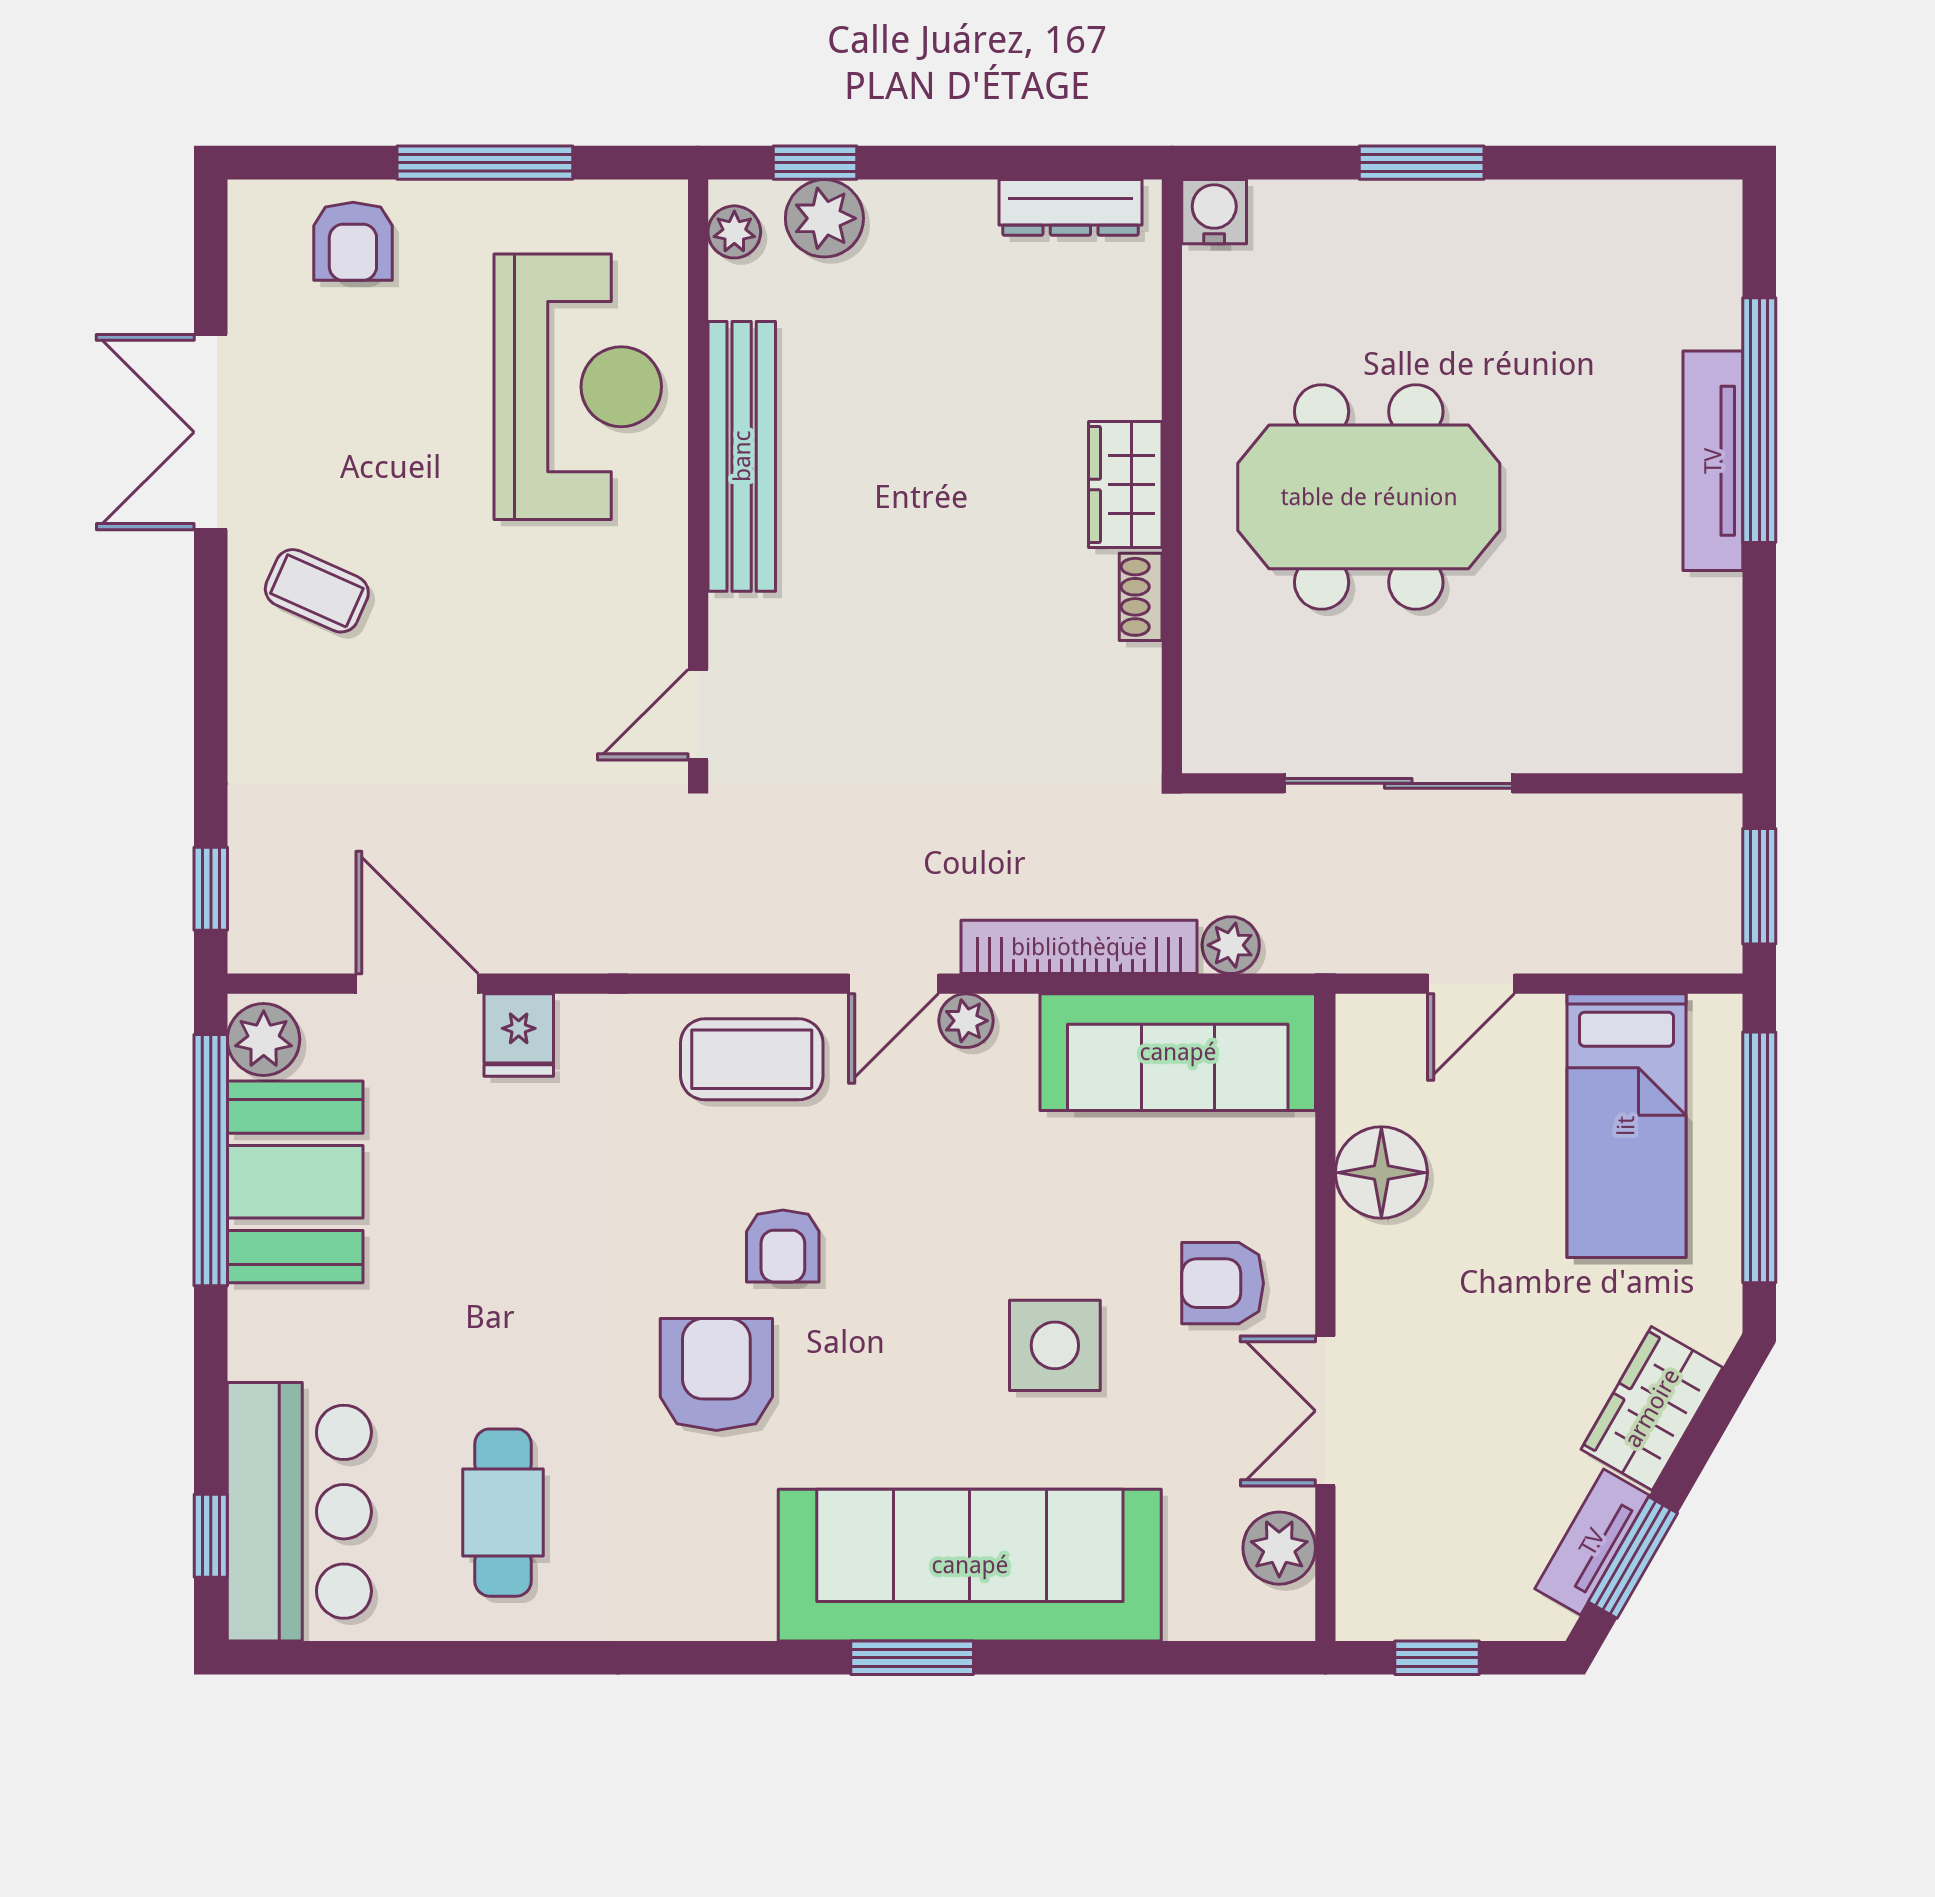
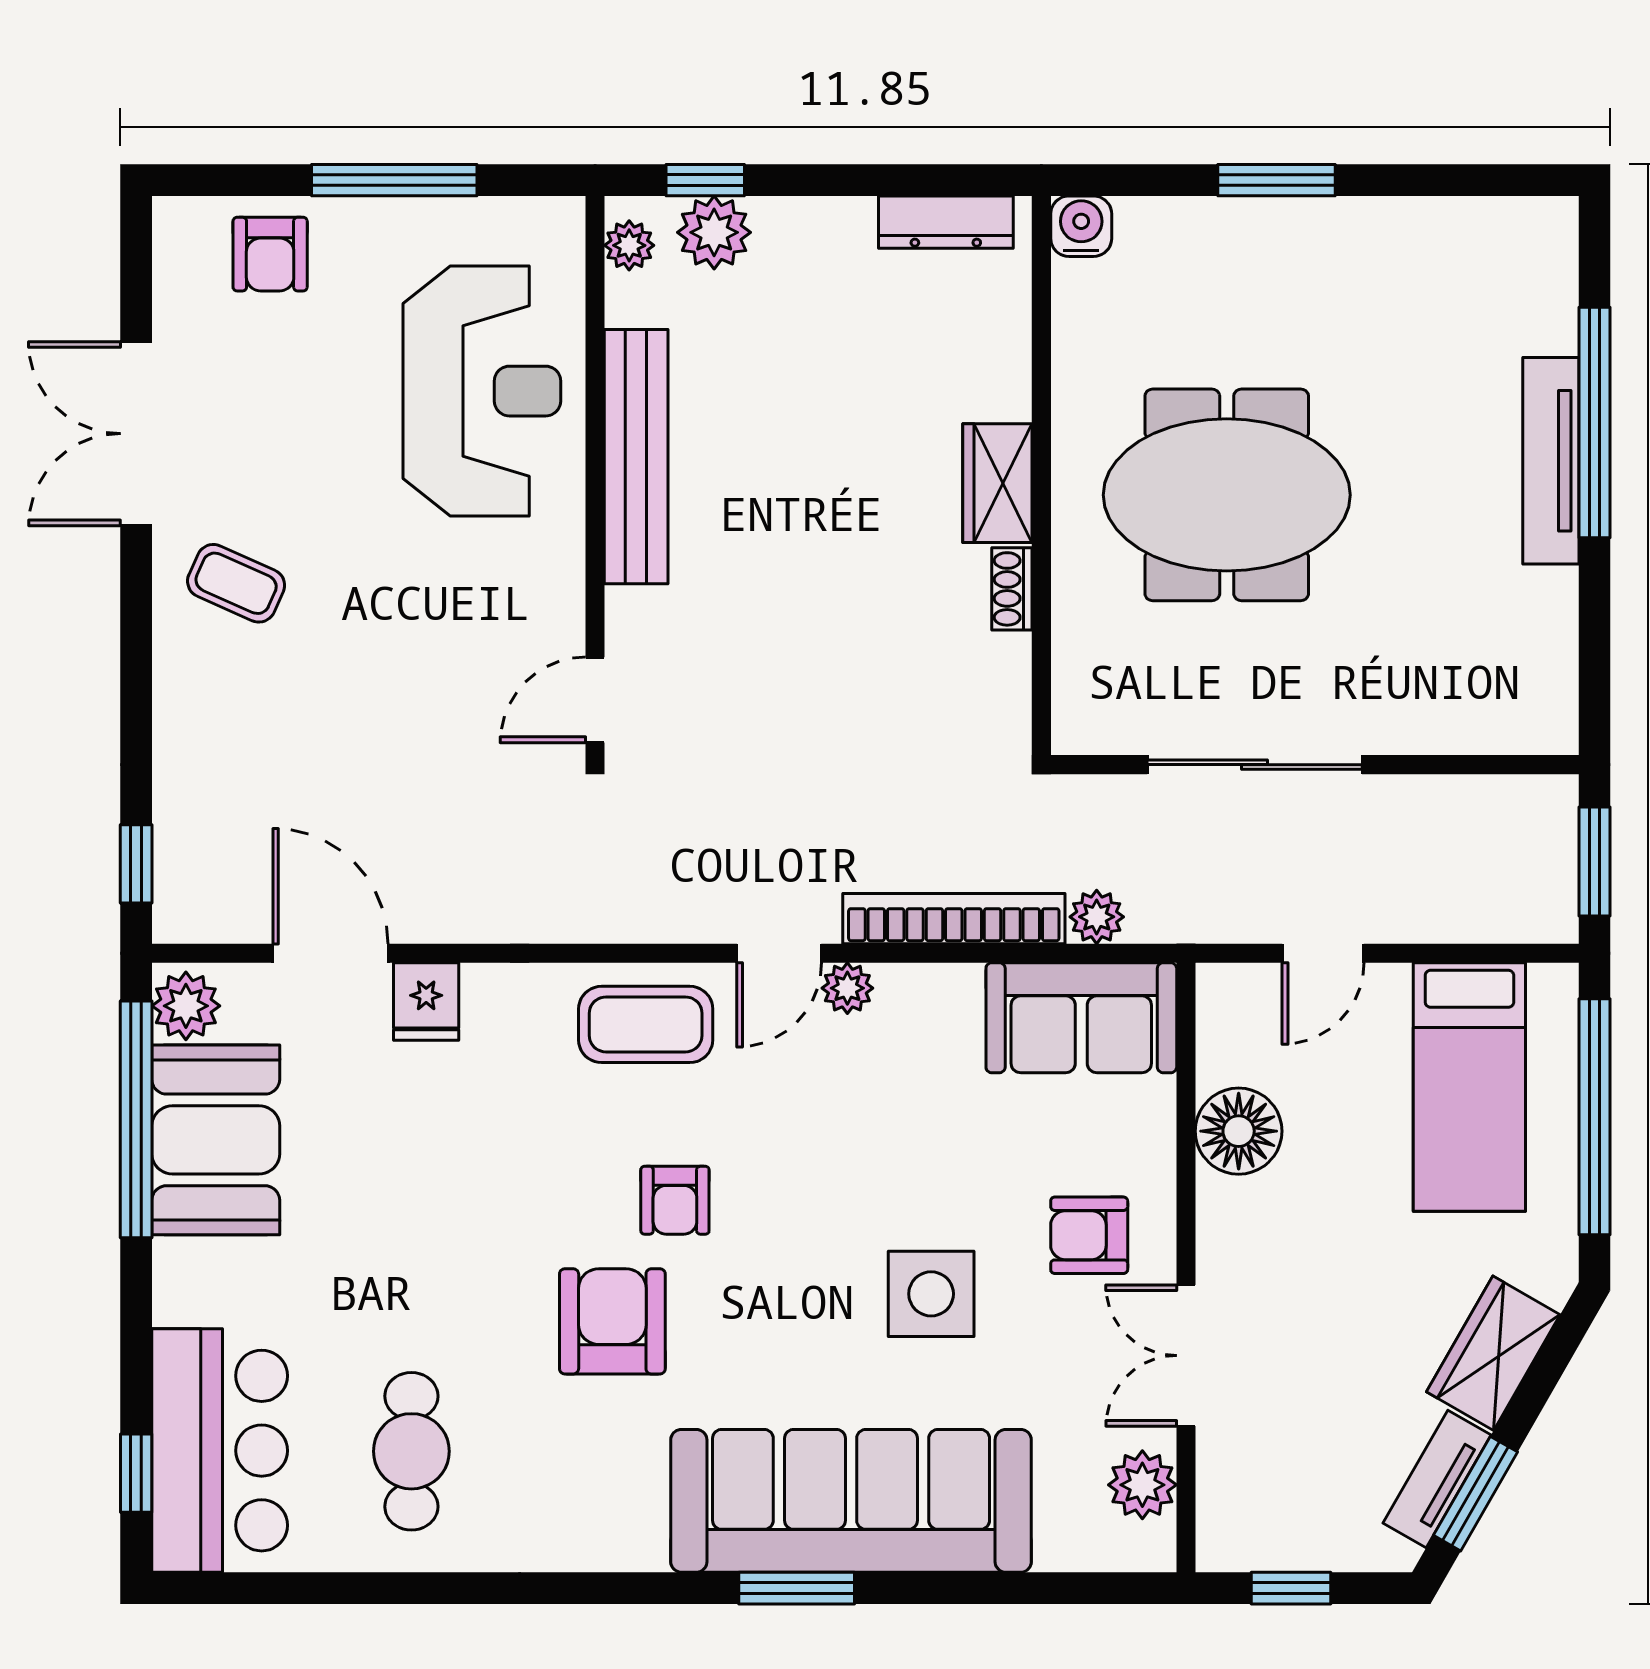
sofa: (1178, 1052) -> (1081, 1018), width x0.73

